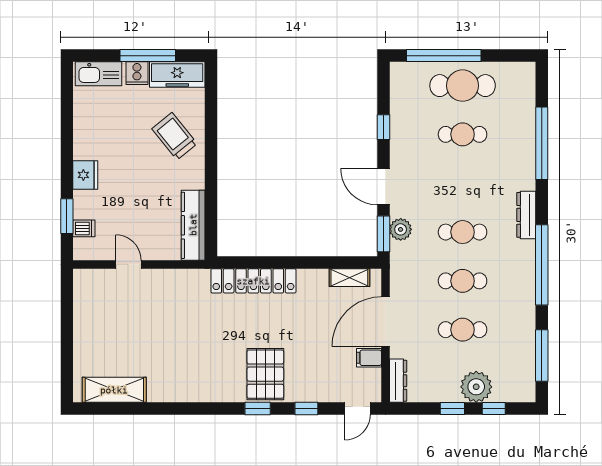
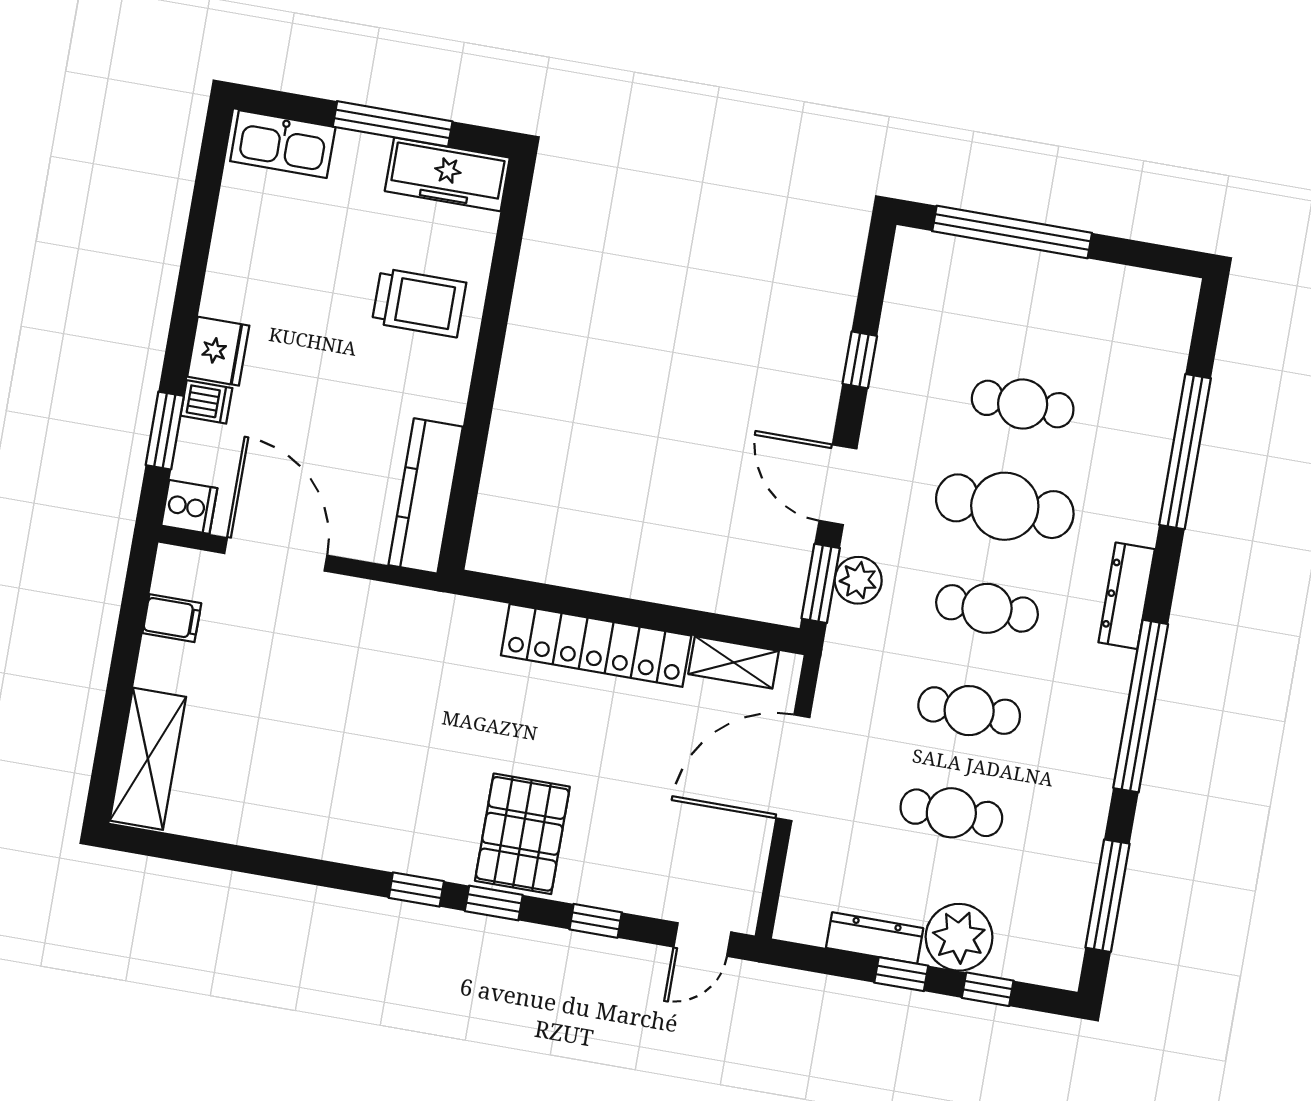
cooker: (137, 73) -> (189, 507), moved, turned -90
cafe table: (463, 86) -> (1005, 506), moved
trolley: (175, 136) -> (419, 303), turned 129
dishwasher: (84, 228) -> (206, 402), moved
door: (128, 264) -> (276, 554), width x1.87
locker: (253, 281) -> (596, 645), moved
filing cabinet: (369, 358) -> (172, 618), moved, turned 180
dresser: (398, 381) -> (875, 938), moved, turned -90
shelving: (114, 390) -> (148, 759), moved, turned 90
window: (221, 409) -> (416, 890), added

